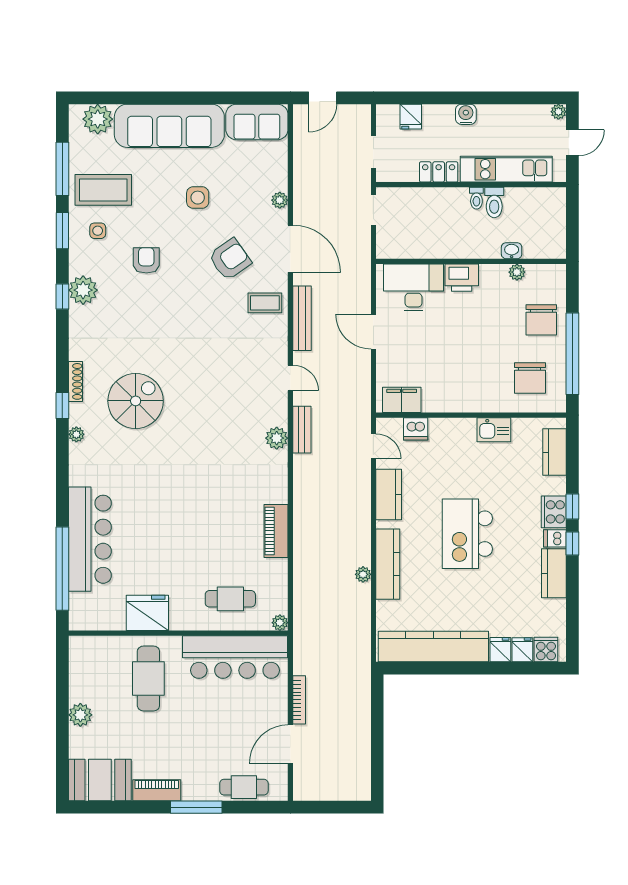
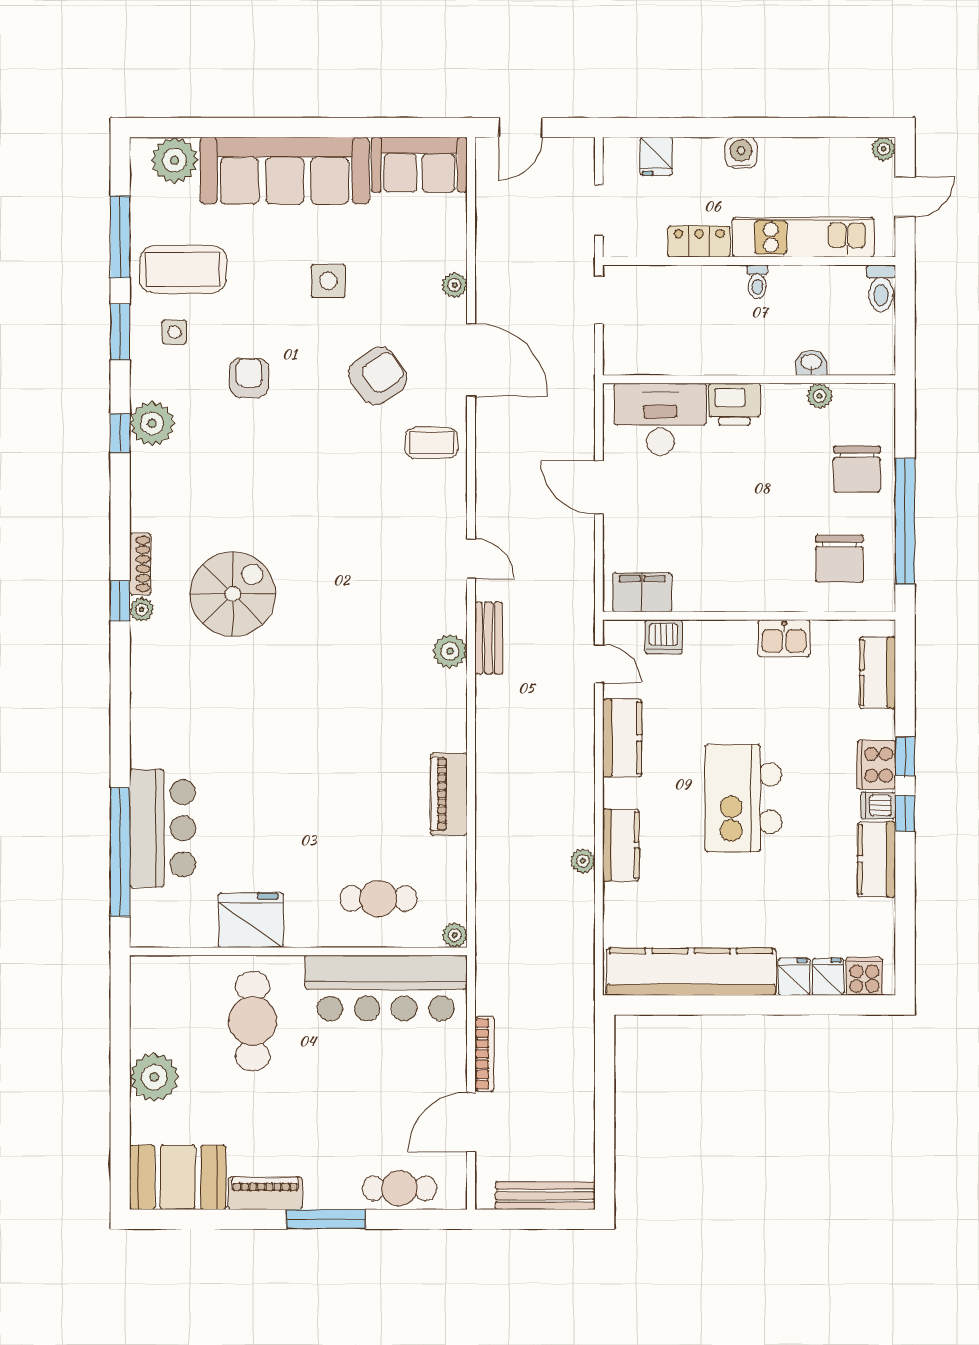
toilet: (494, 202) -> (881, 289), moved
bench: (302, 318) -> (545, 1196), moved, turned 90
plant: (76, 434) -> (142, 609), moved
bar counter: (90, 539) -> (162, 828), width x0.73
kitchen counter: (388, 564) -> (621, 845), width x0.67
plant: (80, 715) -> (154, 1077), width x1.36, depth x1.36

